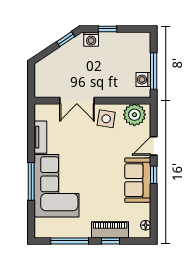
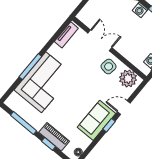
double door: (77, 101) -> (100, 40), swing flipped
tv unit: (40, 137) -> (66, 35), moved

